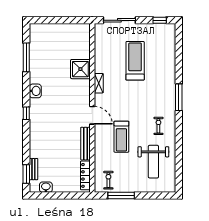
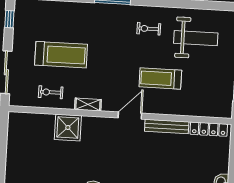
treadmill: (135, 61) -> (61, 55), turned 180
treadmill: (121, 137) -> (160, 78), turned 180
exercise bike: (108, 180) -> (51, 92), moved

